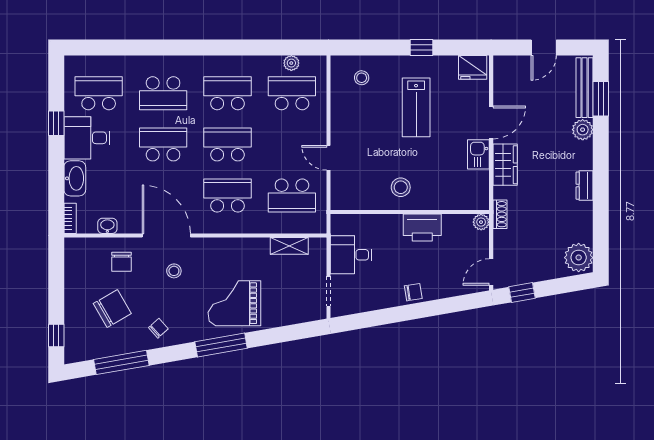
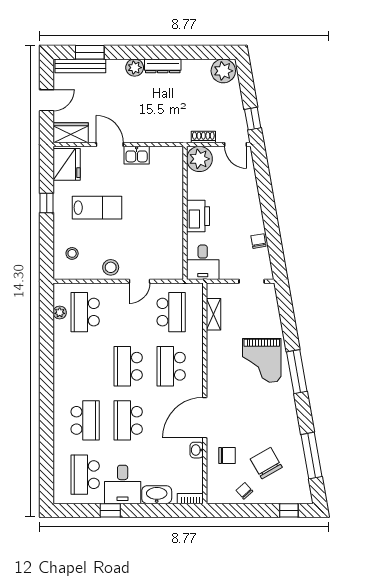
door: (544, 47) -> (47, 100), hinge flipped
fridge: (473, 67) -> (67, 164), width x1.36, depth x1.34
school desk: (227, 93) -> (85, 366), removed
plant: (583, 130) -> (135, 68), moved
wardrobe: (505, 165) -> (71, 133), moved
dresser: (585, 186) -> (163, 66), width x1.44
stool: (401, 187) -> (111, 267), moved
shoe rack: (500, 214) -> (203, 137), moved
plant: (481, 222) -> (199, 159), width x1.88, depth x1.88
washbasin: (107, 226) -> (197, 450), moved
printer: (422, 228) -> (198, 216), moved
desk: (351, 255) -> (203, 262), moved
stool: (174, 271) -> (235, 411), removed
chair: (413, 292) -> (258, 241), moved
chair: (158, 328) -> (244, 491), moved

